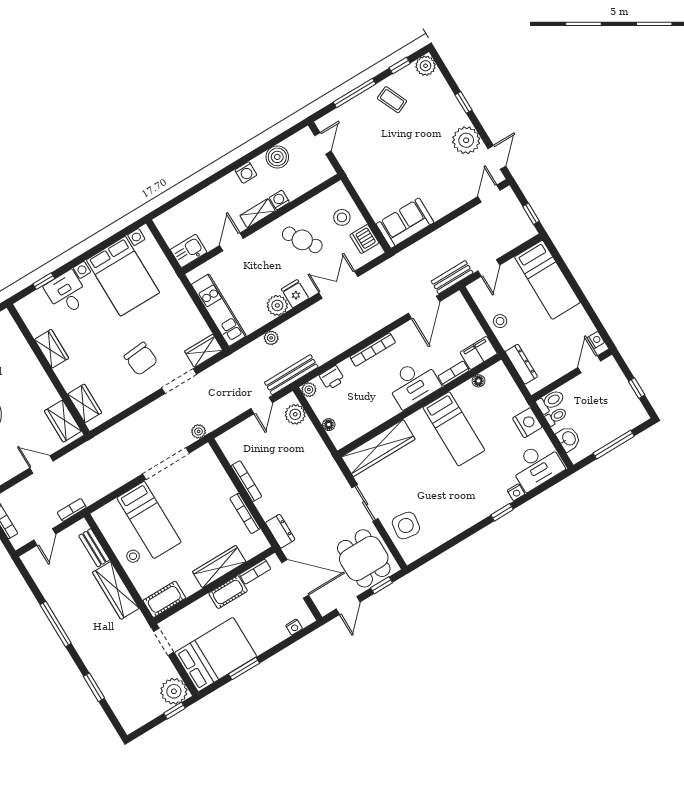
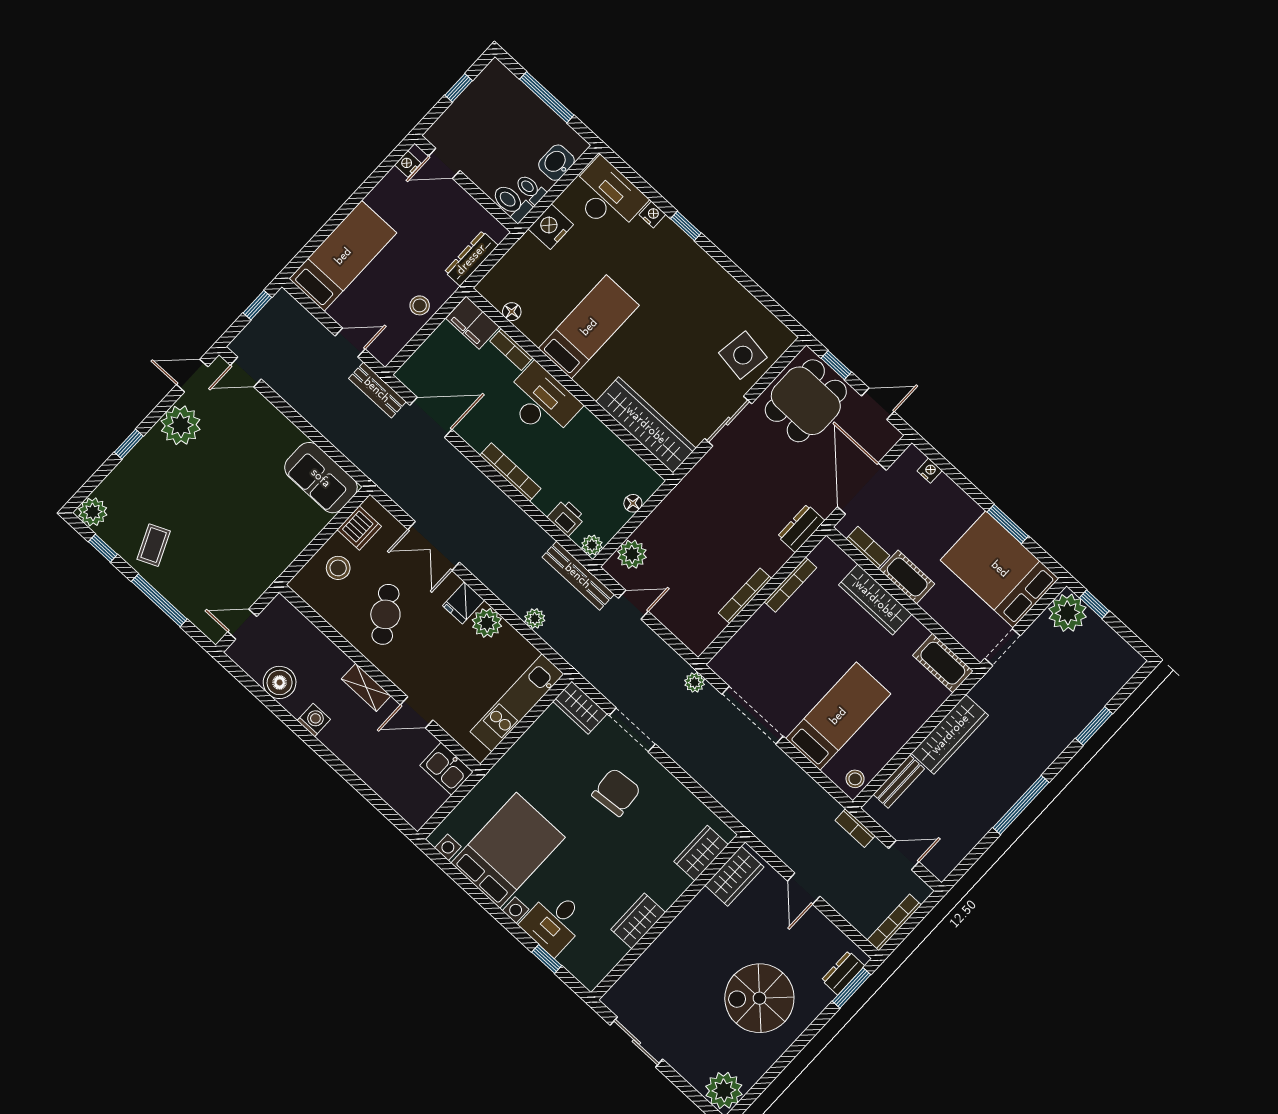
washing machine: (279, 200) -> (339, 662), removed
stool: (133, 556) -> (855, 779), moved

